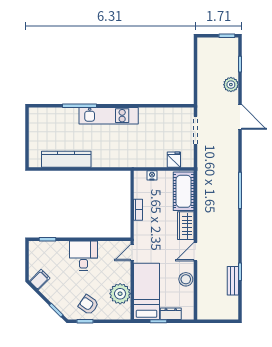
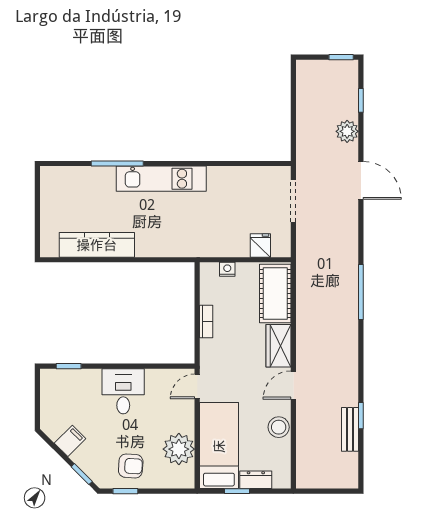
filing cabinet: (40, 280) -> (70, 441), moved
armchair: (88, 305) -> (131, 466), turned 149

